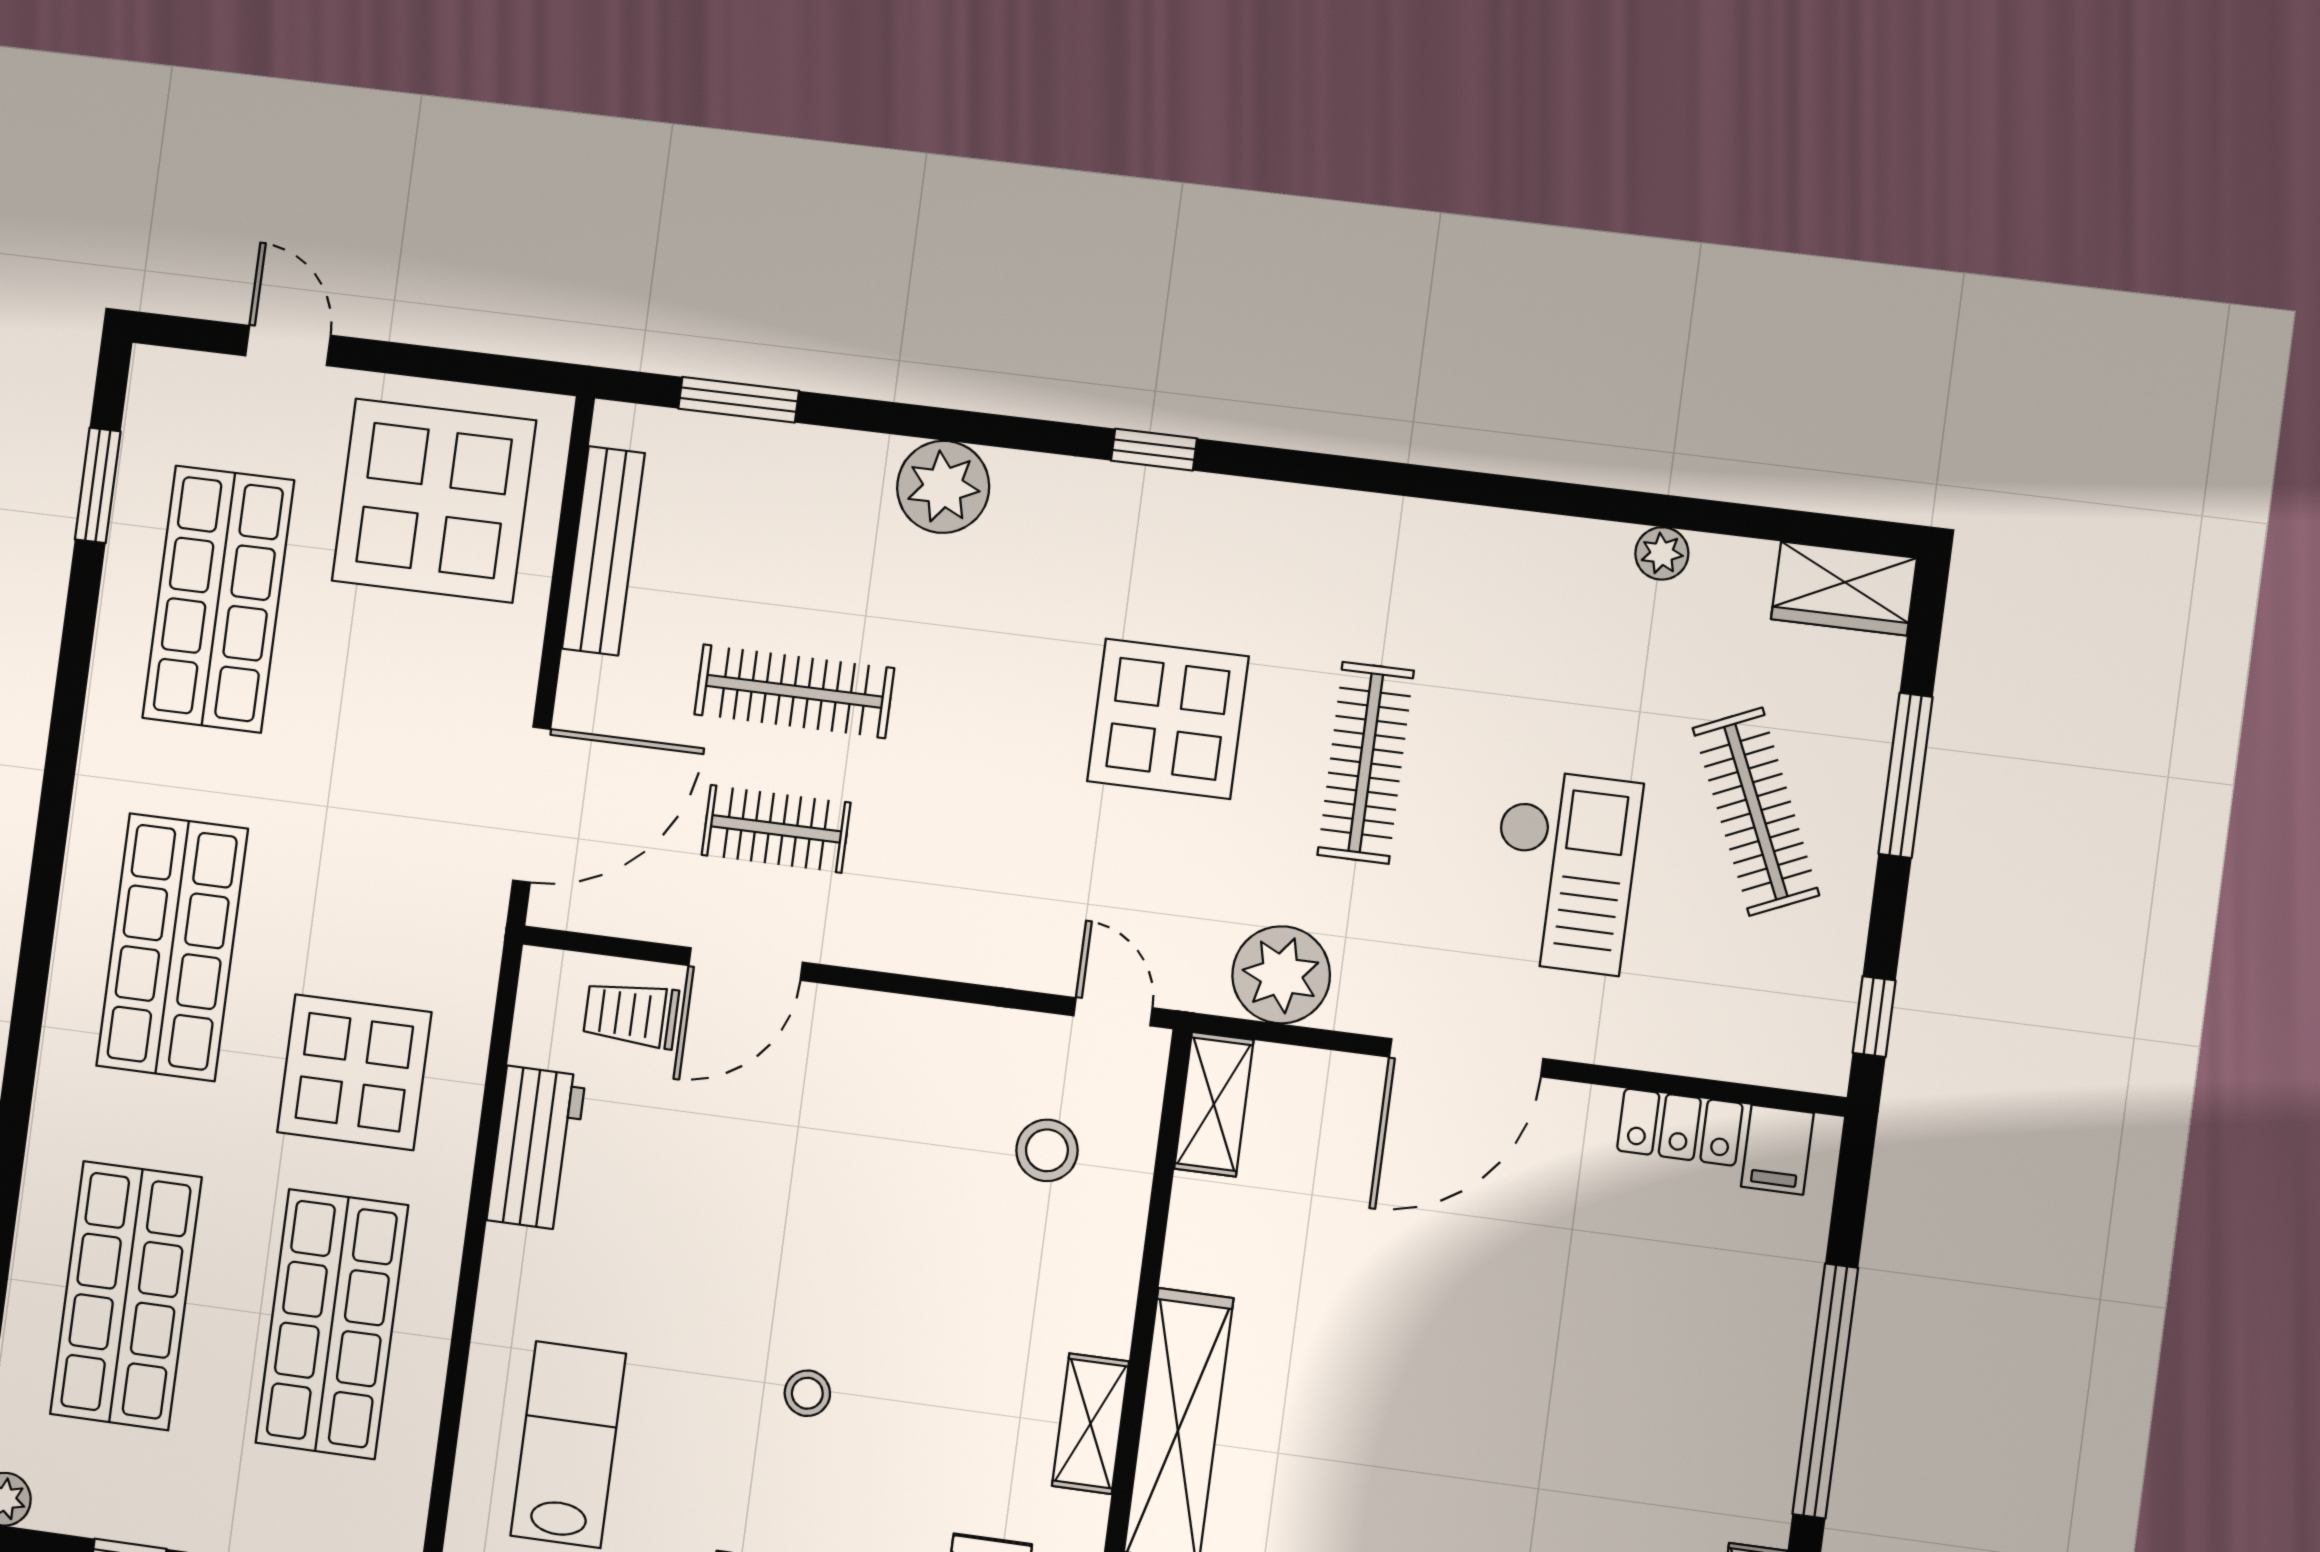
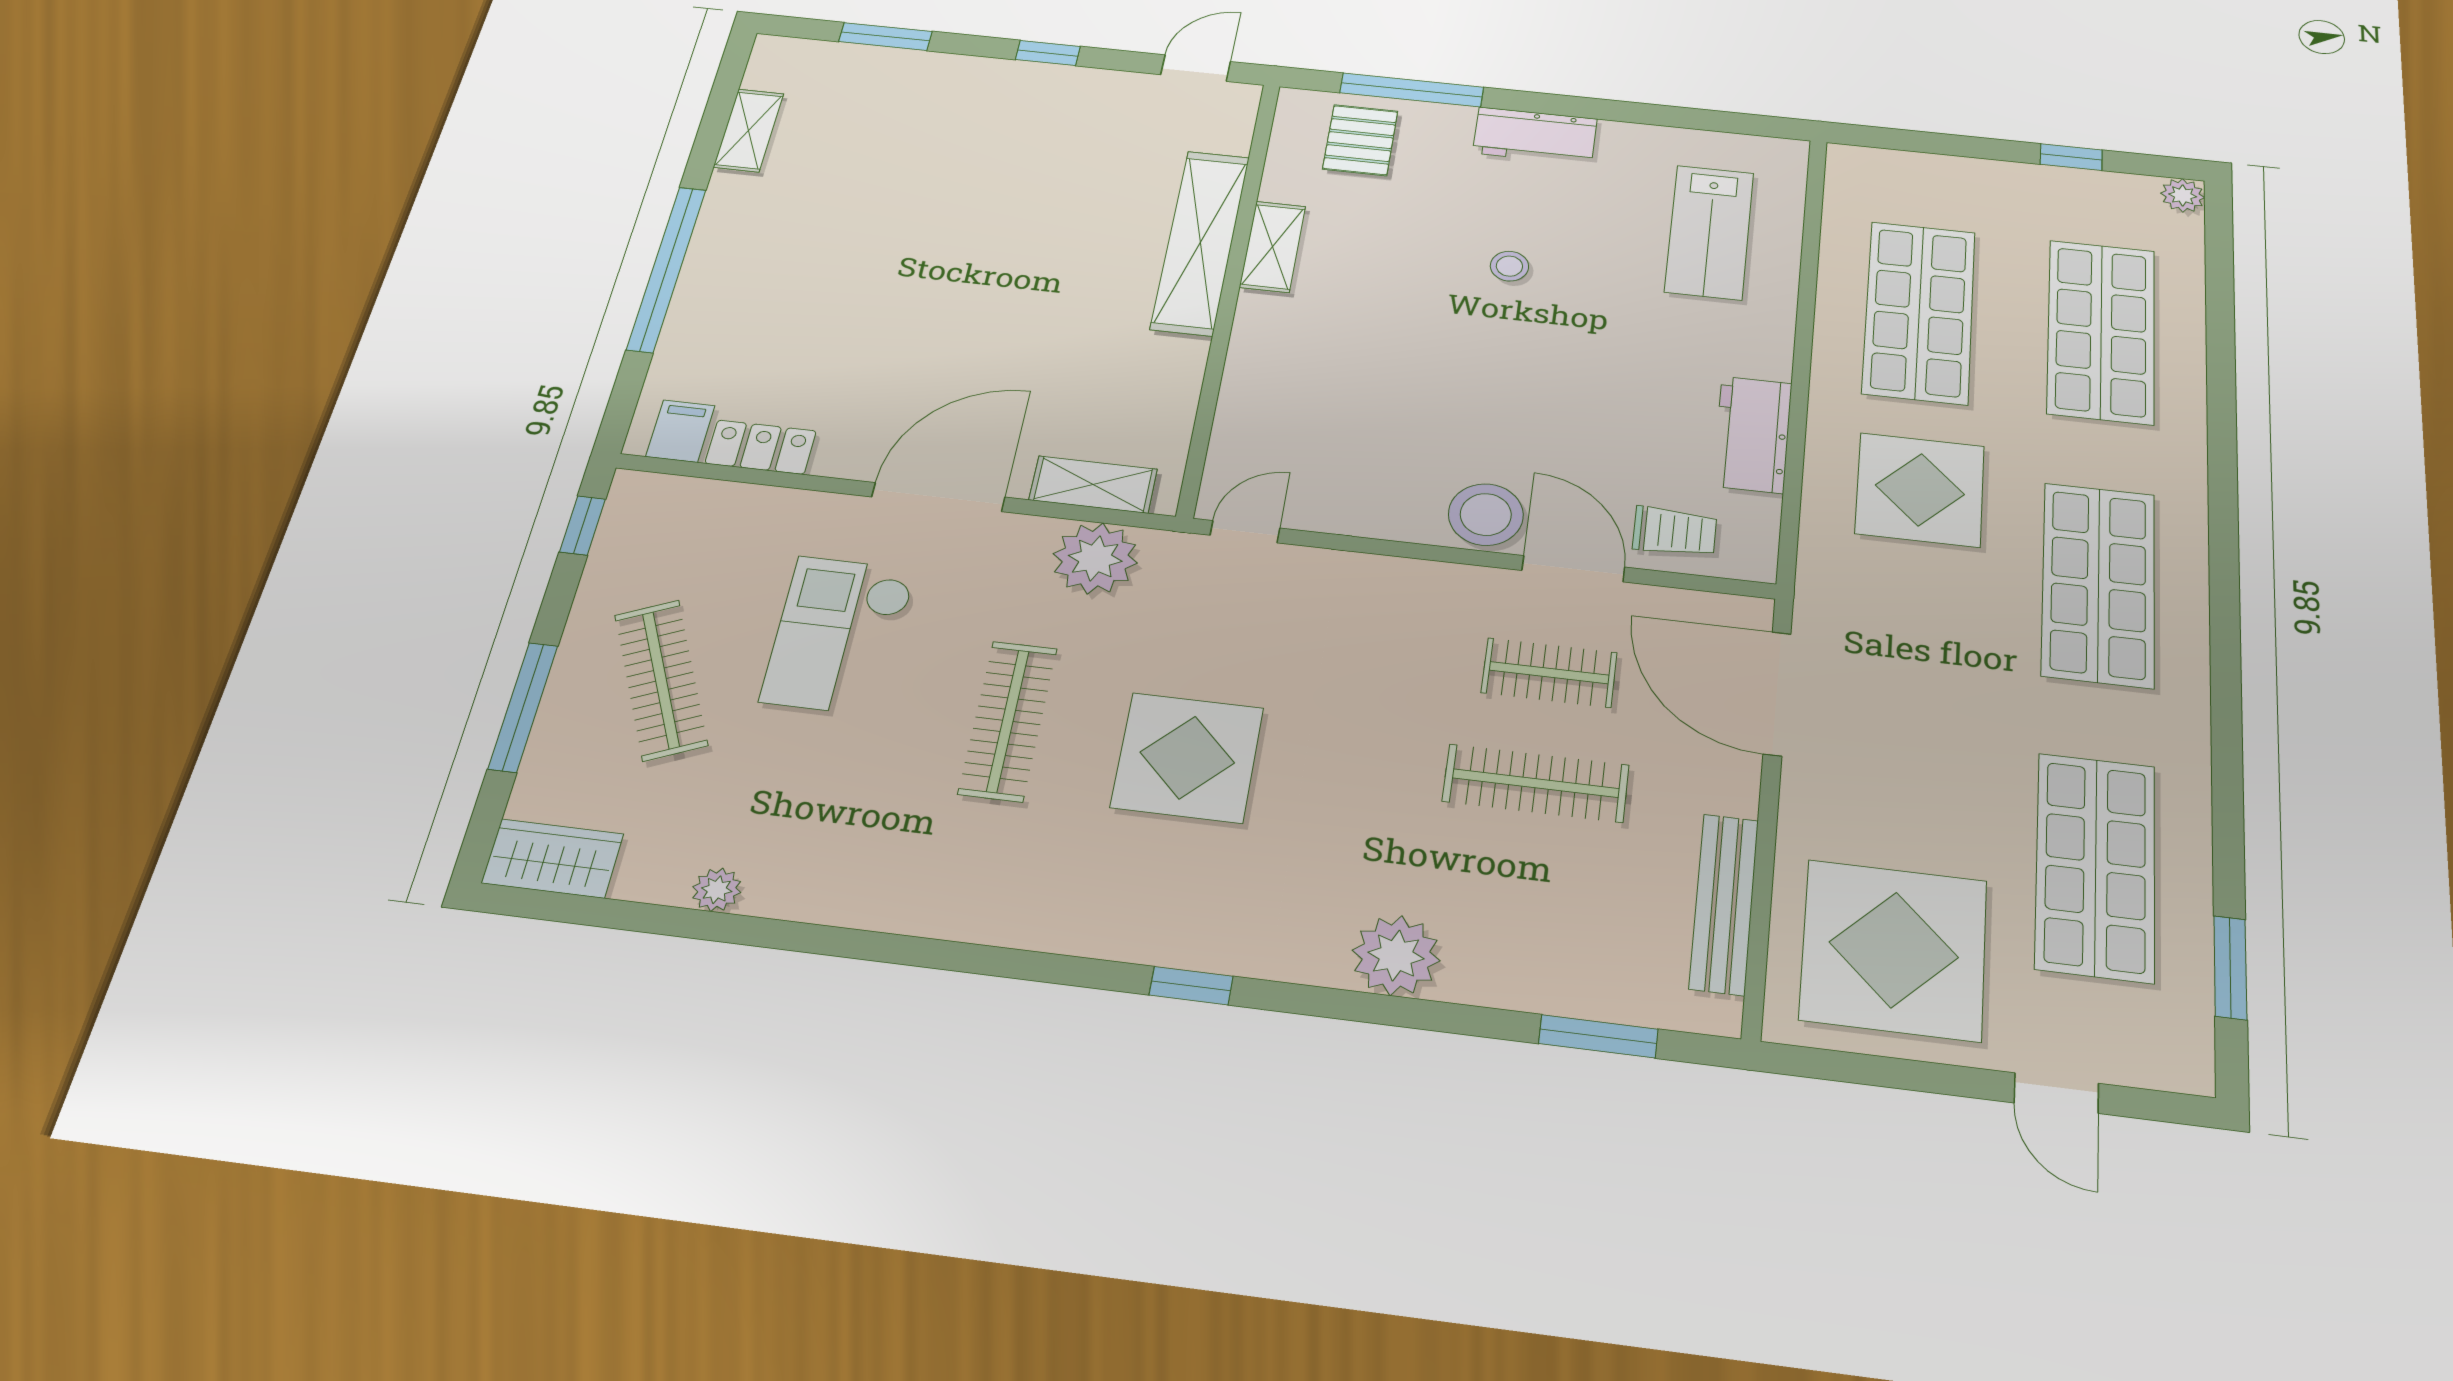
door: (532, 805) -> (1777, 693), hinge flipped
door: (746, 964) -> (1573, 569), hinge flipped
door: (1113, 1012) -> (1245, 532), swing flipped
shelving: (1214, 1104) -> (1093, 485), moved, turned 90
stool: (1047, 1150) -> (1486, 515), moved, width x1.38, depth x1.38

